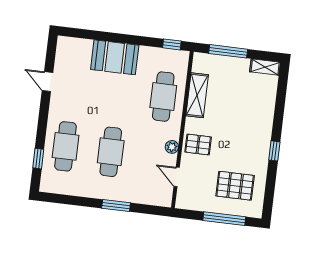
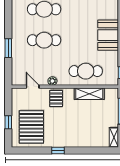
door: (177, 177) -> (33, 87), hinge flipped
pallet: (235, 186) -> (31, 127), width x1.37, depth x1.41
window: (224, 219) -> (8, 122), width x0.46

